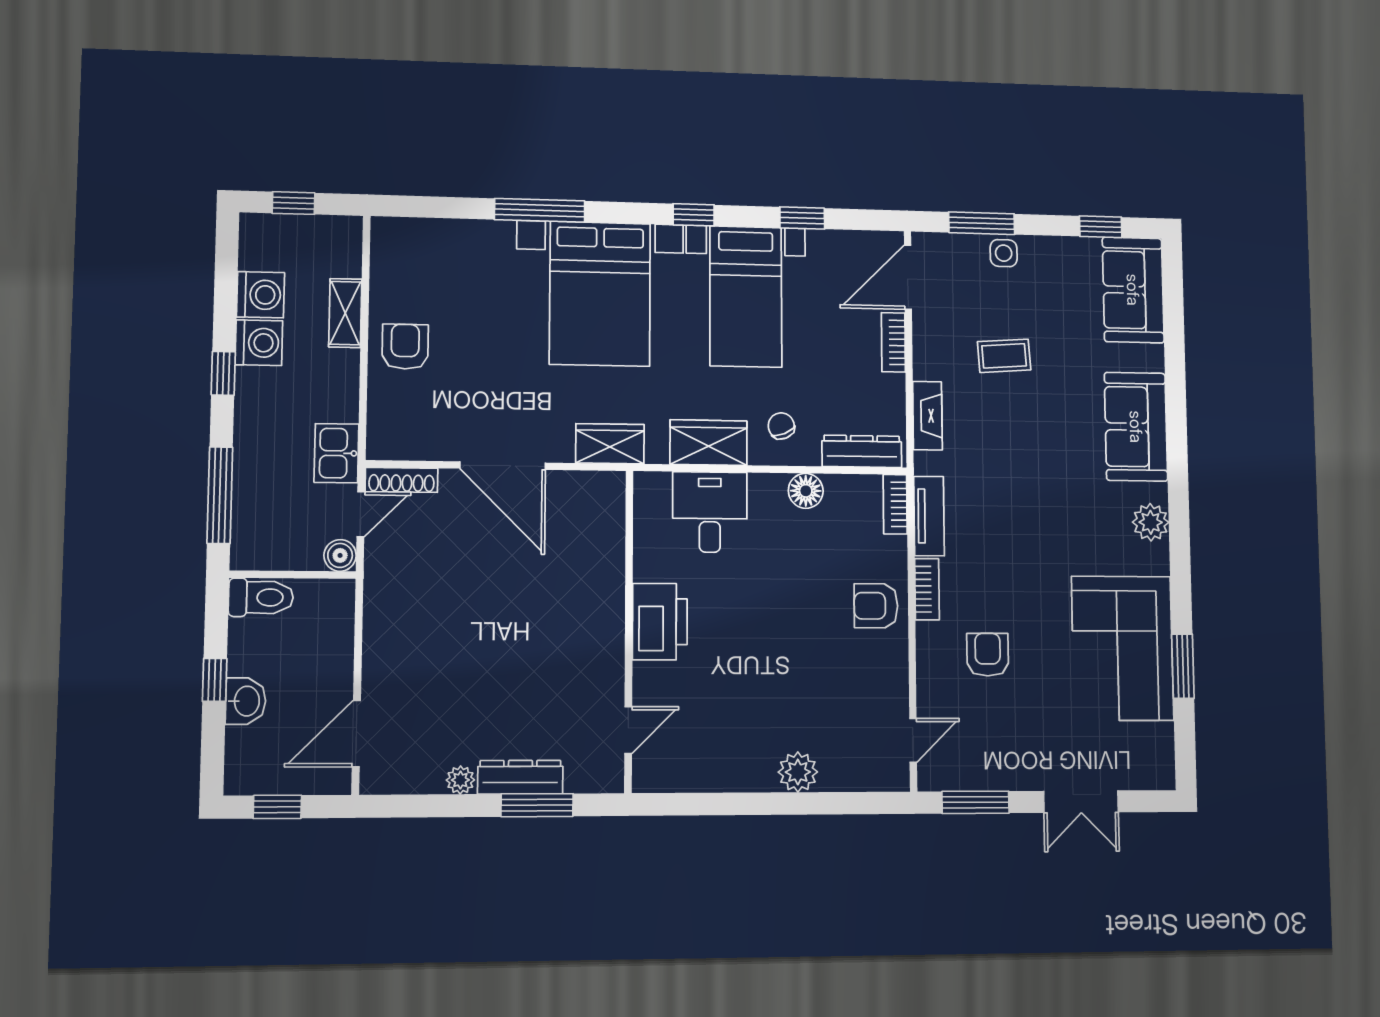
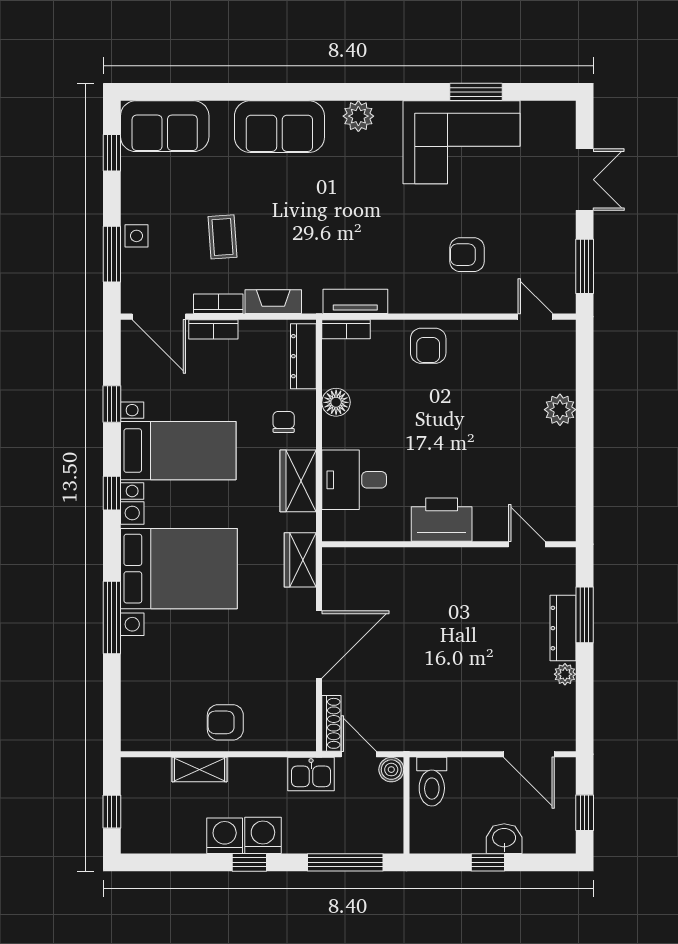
washing machine: (261, 295) -> (263, 835), moved
chair: (781, 426) -> (284, 422), turned 113
bookcase: (927, 589) -> (218, 304), moved
toilet: (261, 597) -> (432, 782), moved, turned 180

